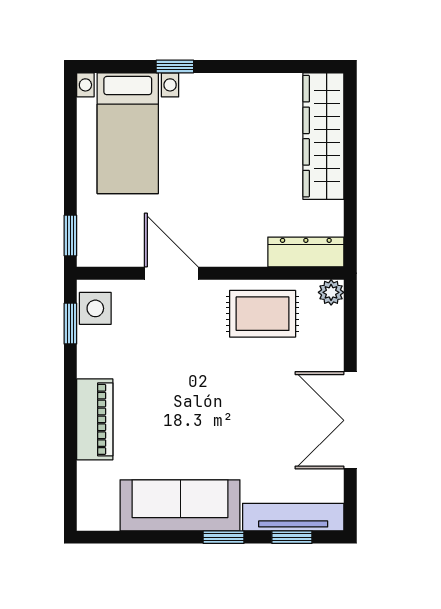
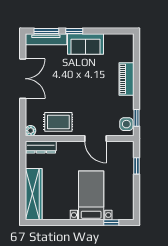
window: (175, 66) -> (111, 222), moved
bed with nightstands: (128, 133) -> (91, 195), moved
window: (70, 236) -> (137, 166), moved
sofa: (180, 505) -> (85, 44), width x0.73
window: (292, 537) -> (46, 31), width x1.50

